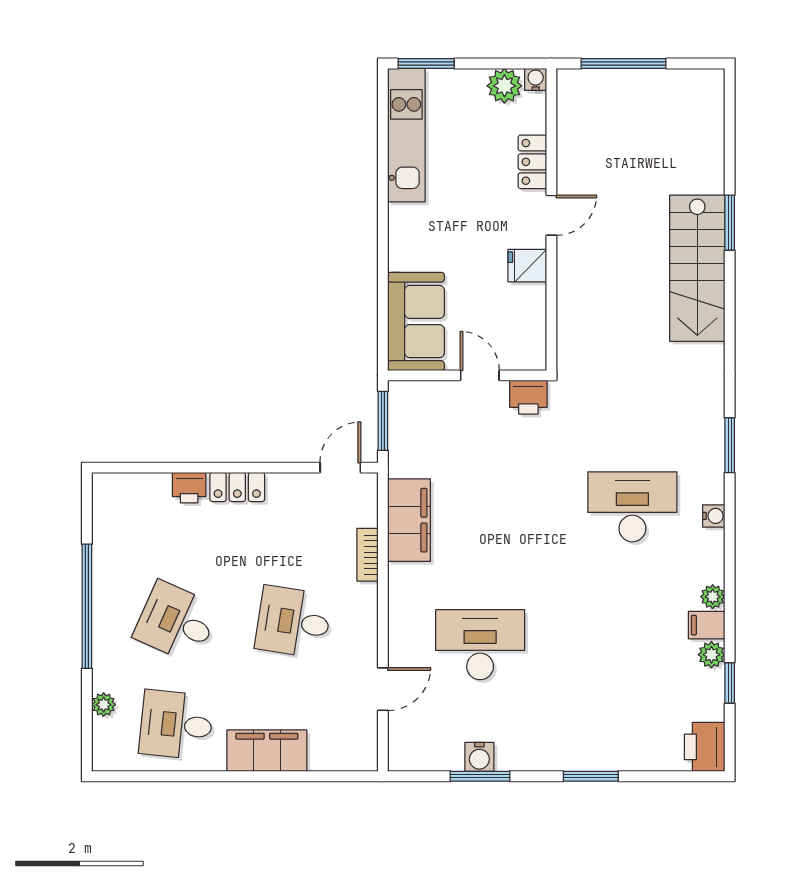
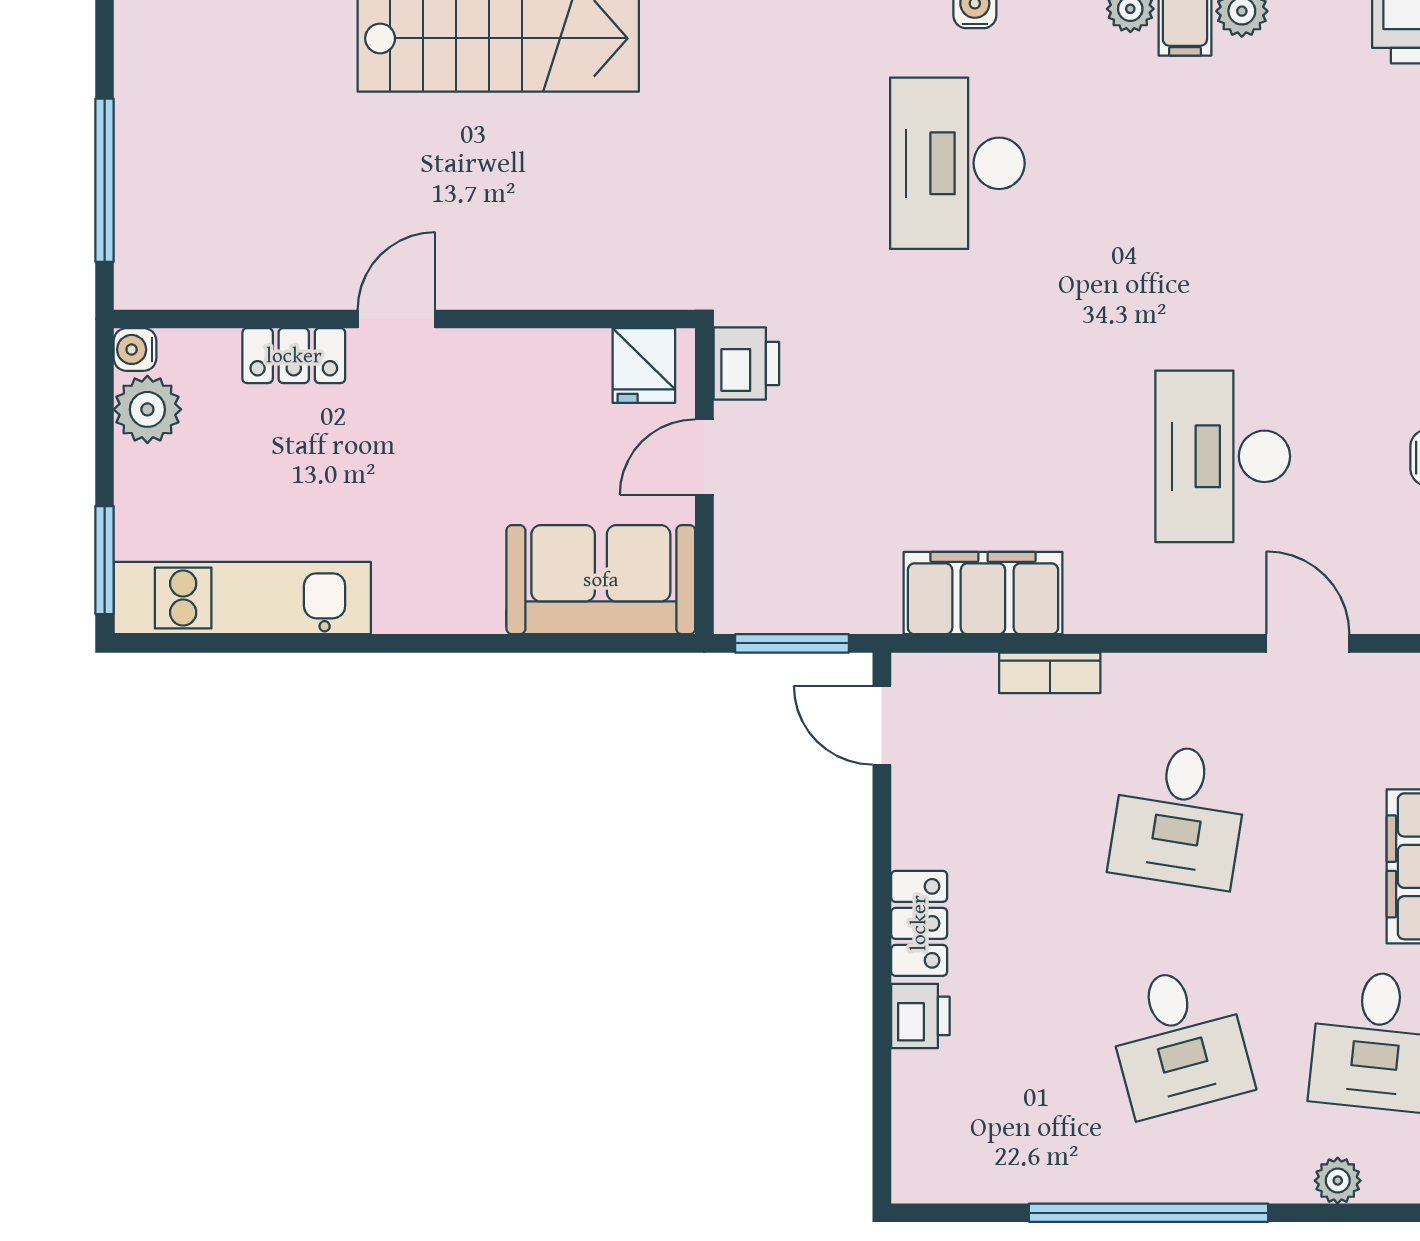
door: (551, 215) -> (396, 319), hinge flipped
fridge: (527, 266) -> (644, 365), moved
desk: (176, 622) -> (1179, 1041), turned -39

